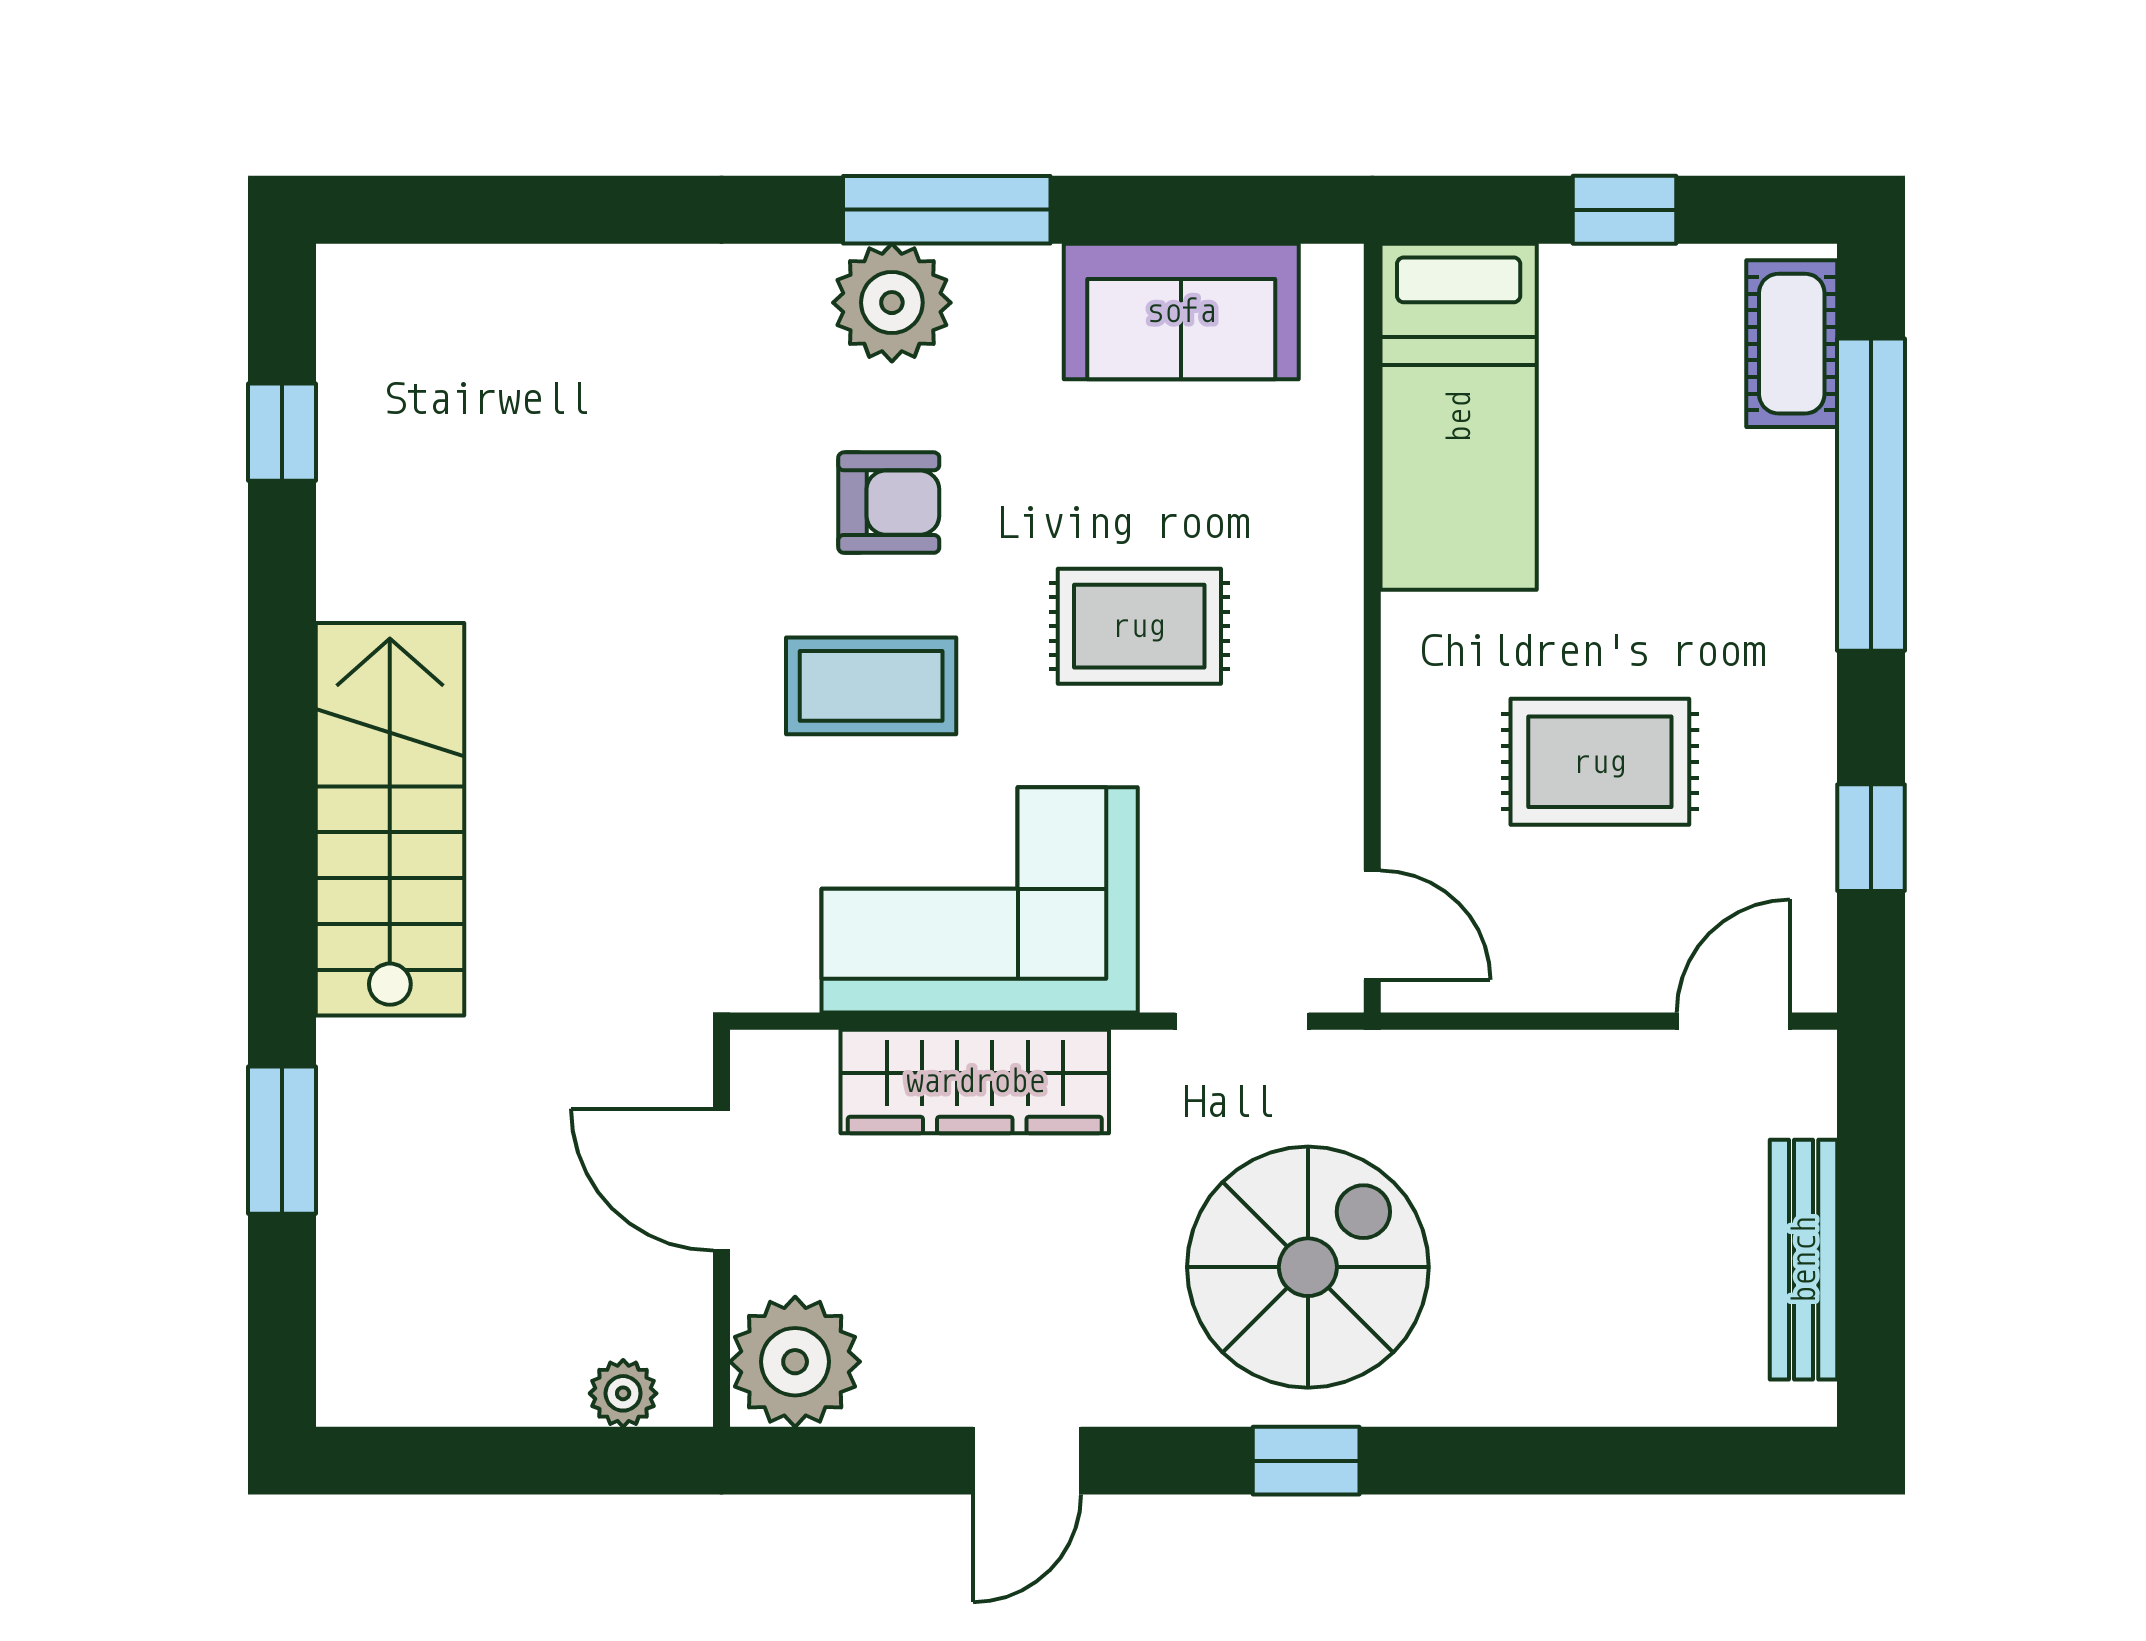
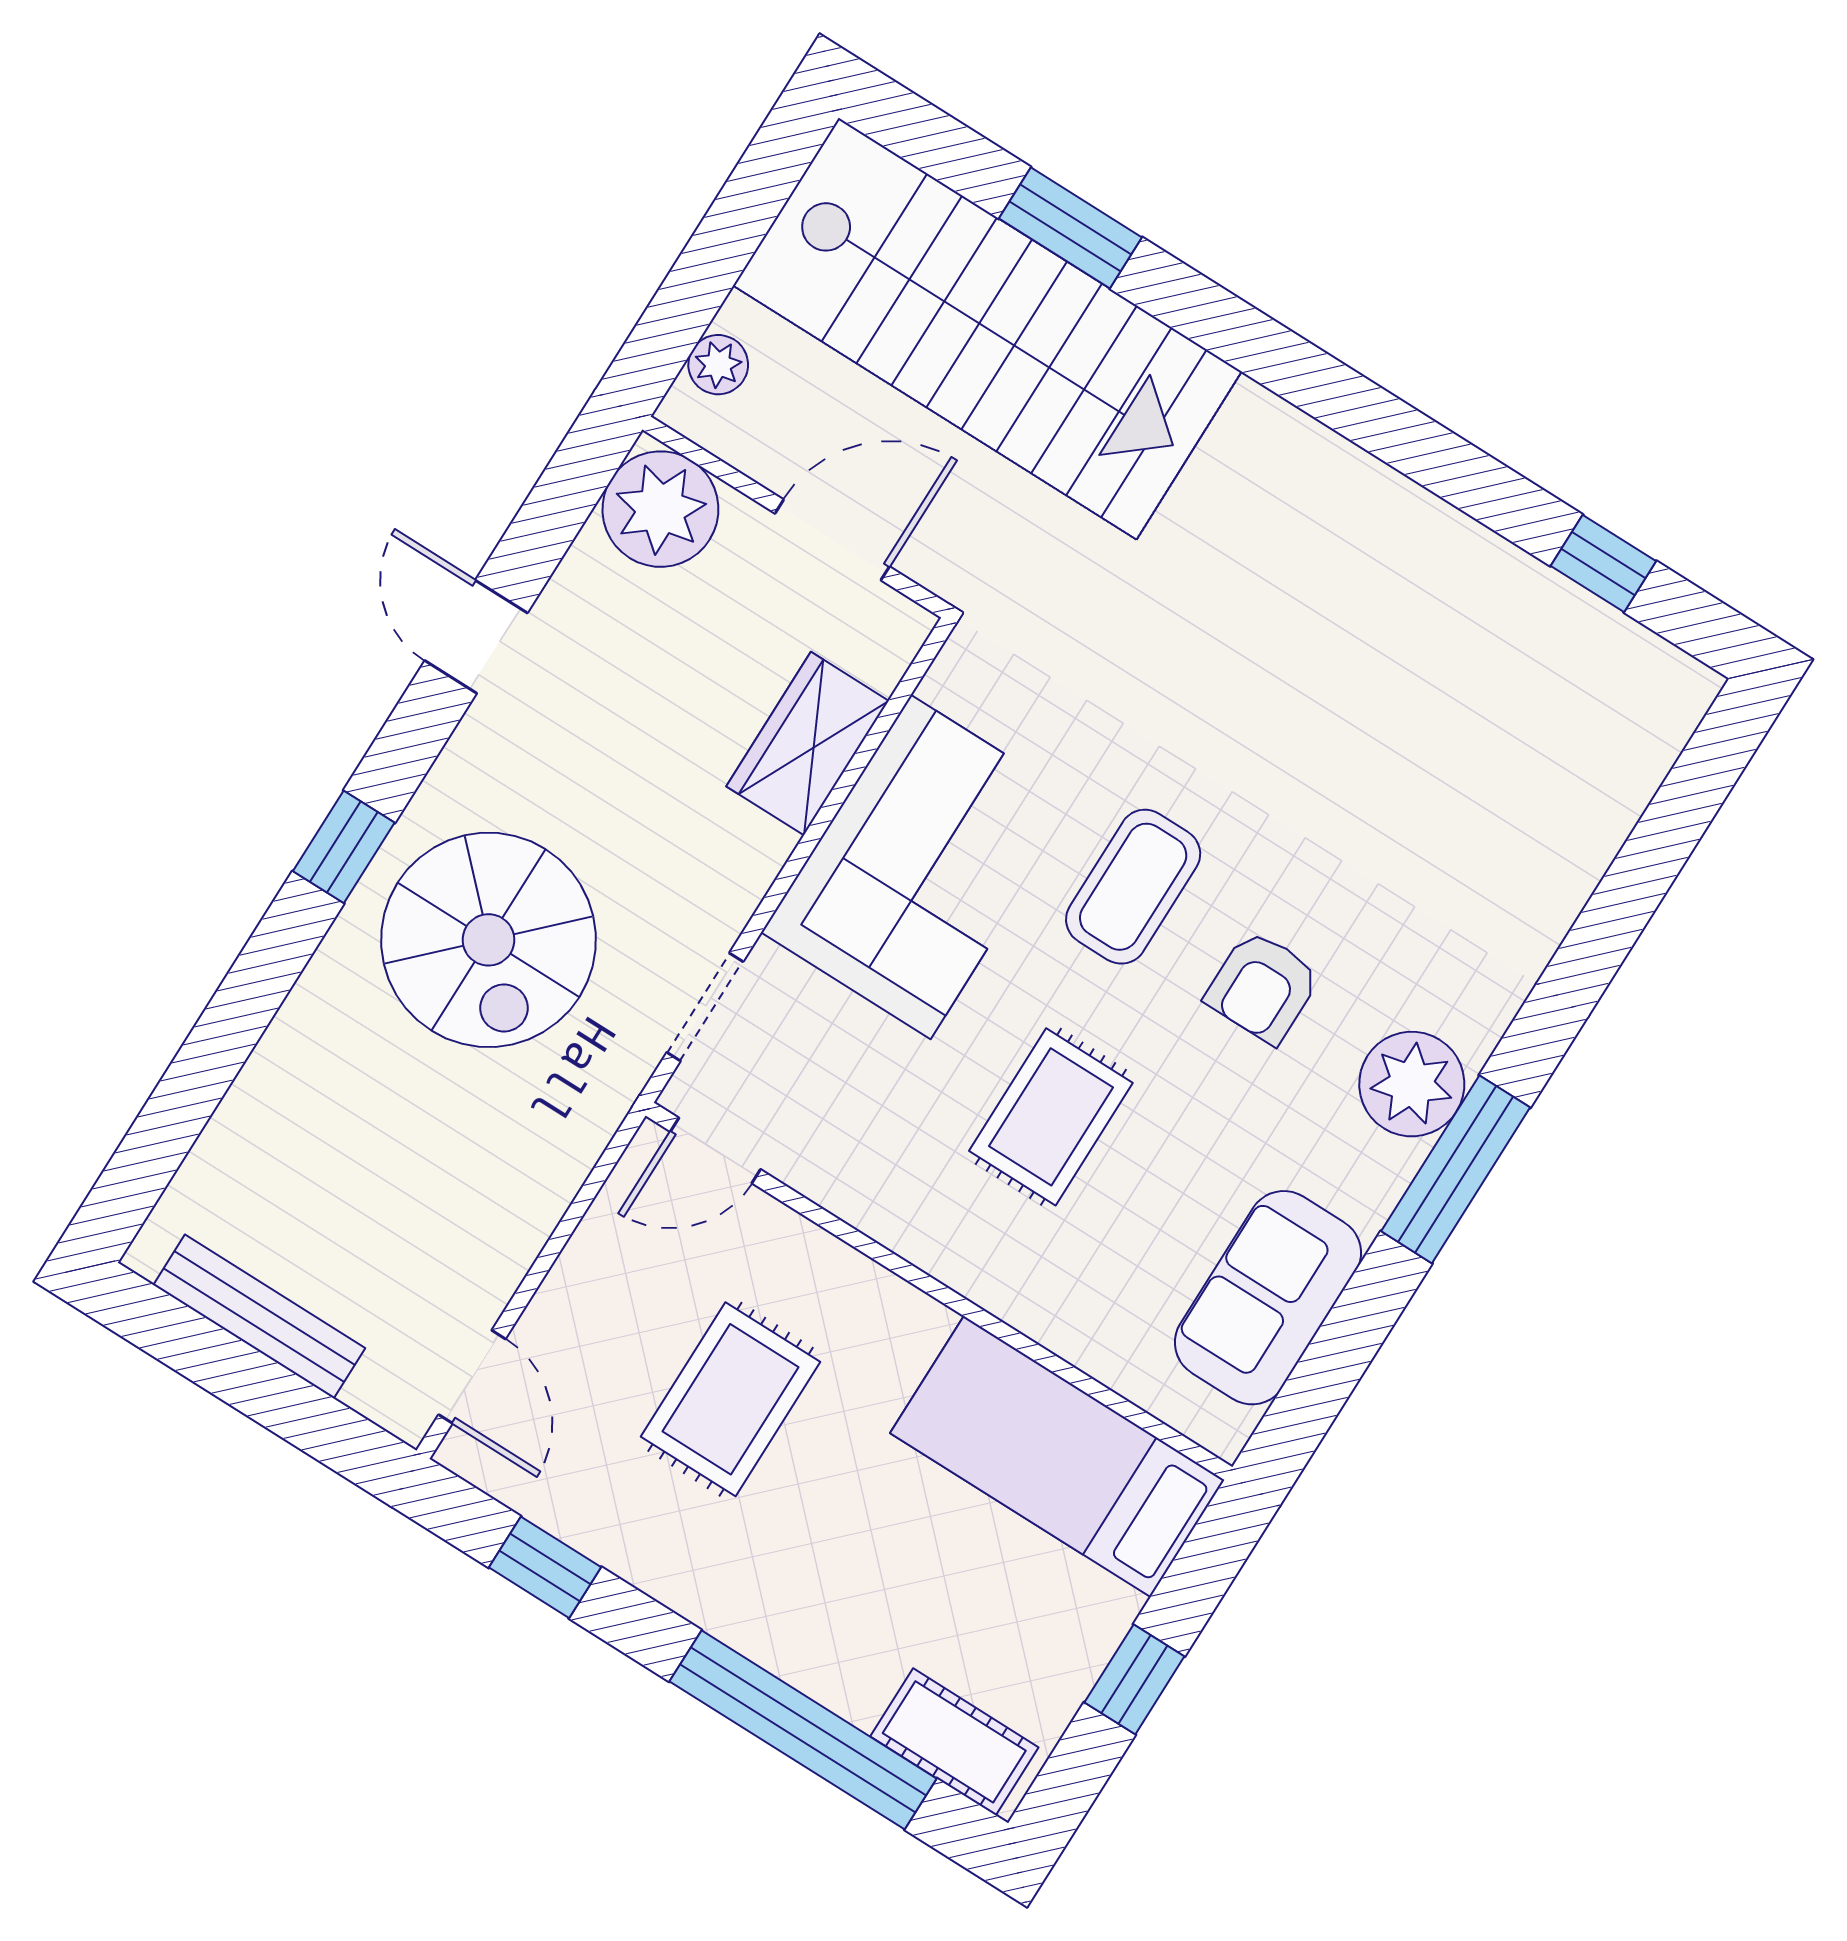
stairs: (390, 819) -> (987, 329), moved, width x1.36, depth x1.51
wardrobe: (975, 1081) -> (807, 744), width x0.67

